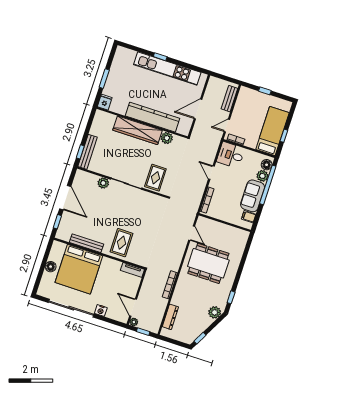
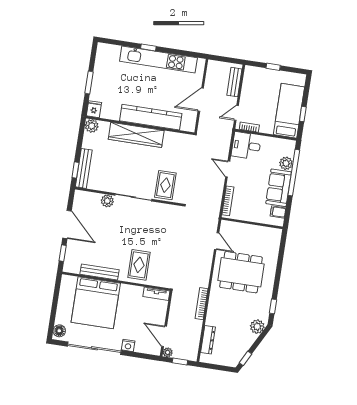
plant: (167, 138) -> (92, 126), moved
floor lamp: (267, 165) -> (289, 150), removed
floor lamp: (51, 267) -> (59, 331), moved

